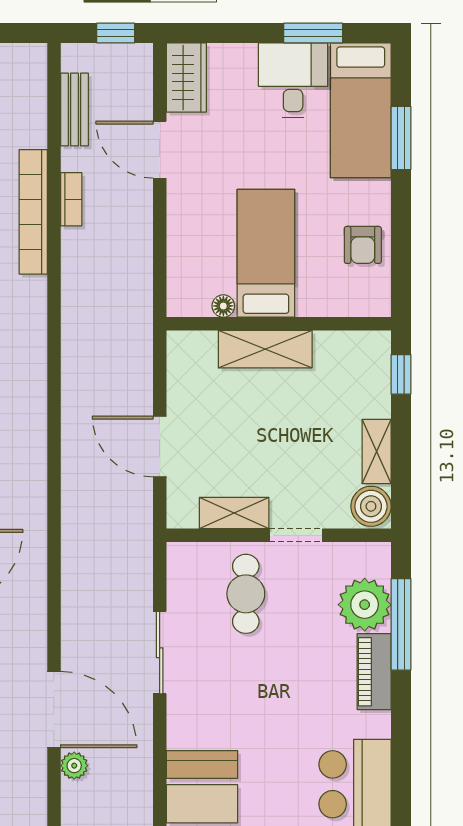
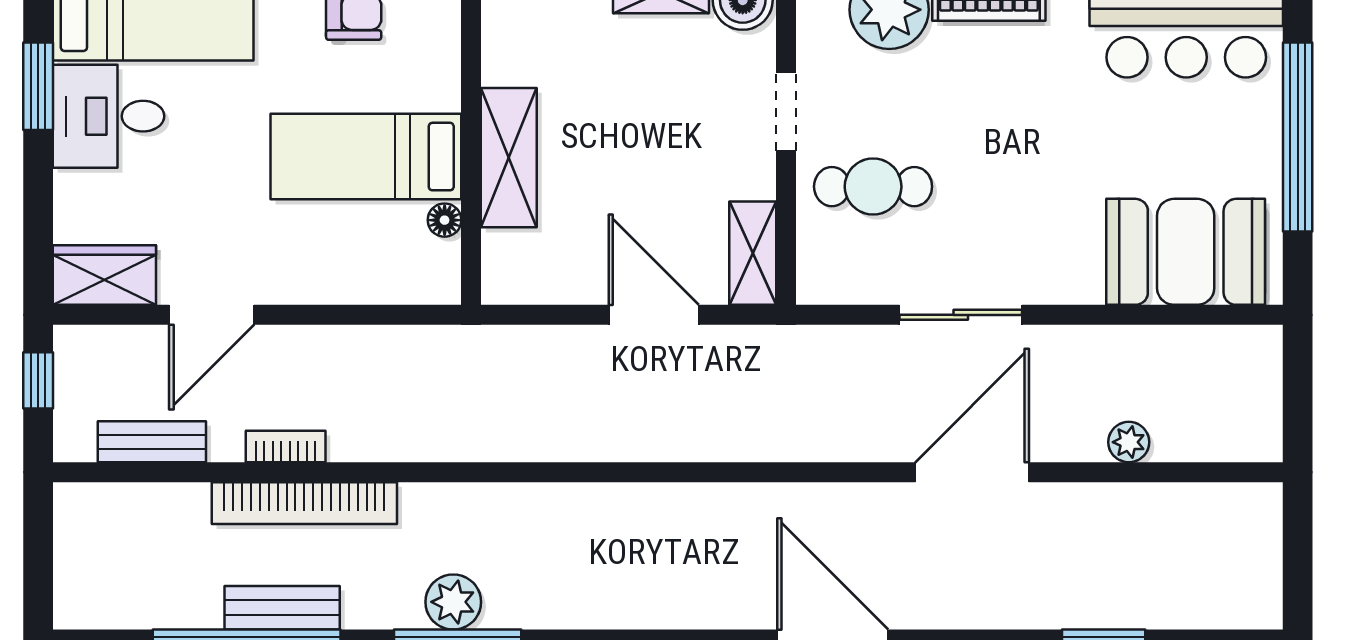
door: (160, 447) -> (654, 315), swing flipped
shelving: (234, 513) -> (753, 253), moved
door: (54, 710) -> (972, 472), moved

